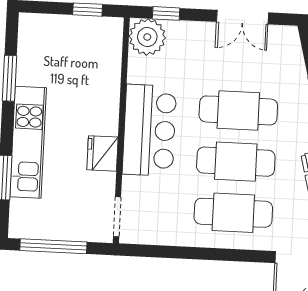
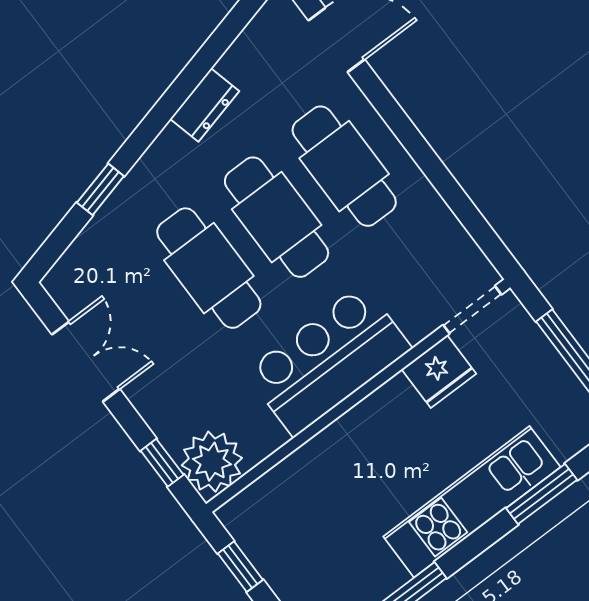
fridge: (102, 153) -> (439, 371), moved

